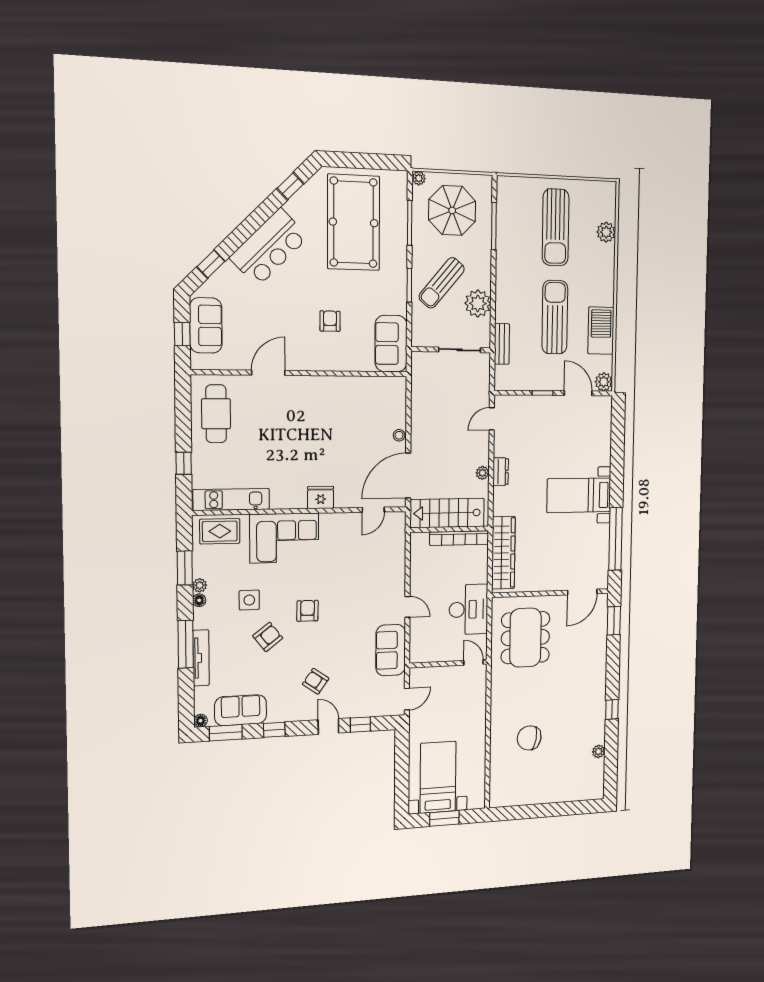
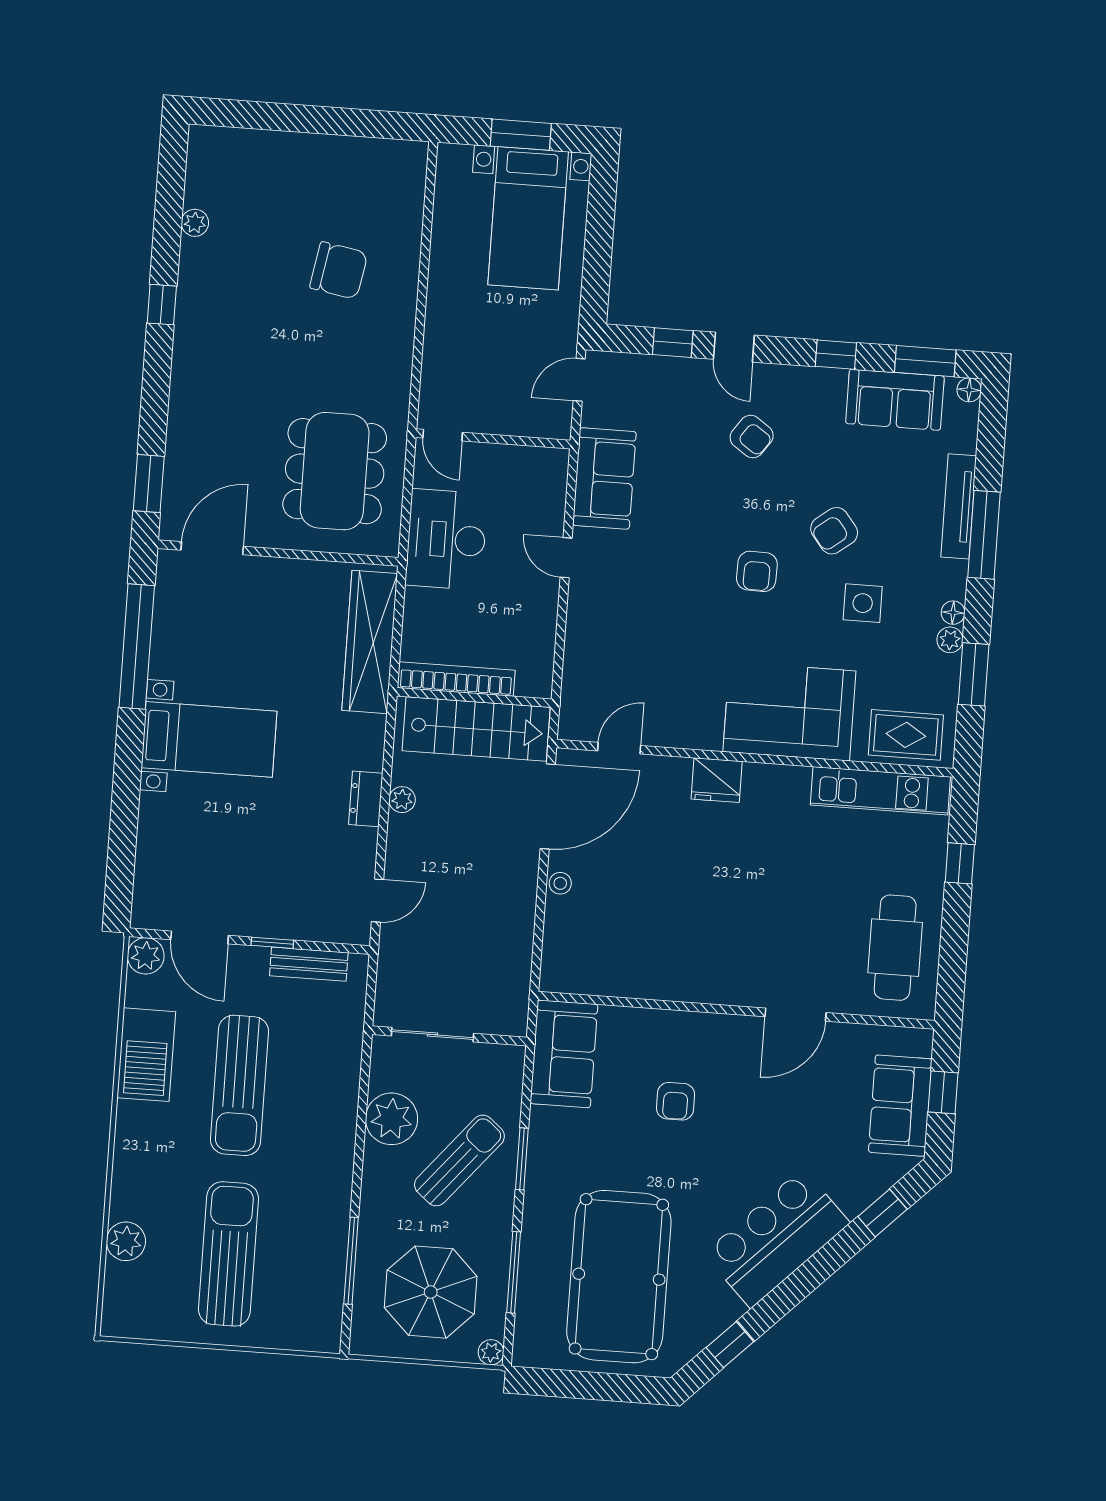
bench: (502, 344) -> (309, 964), moved, turned 90

